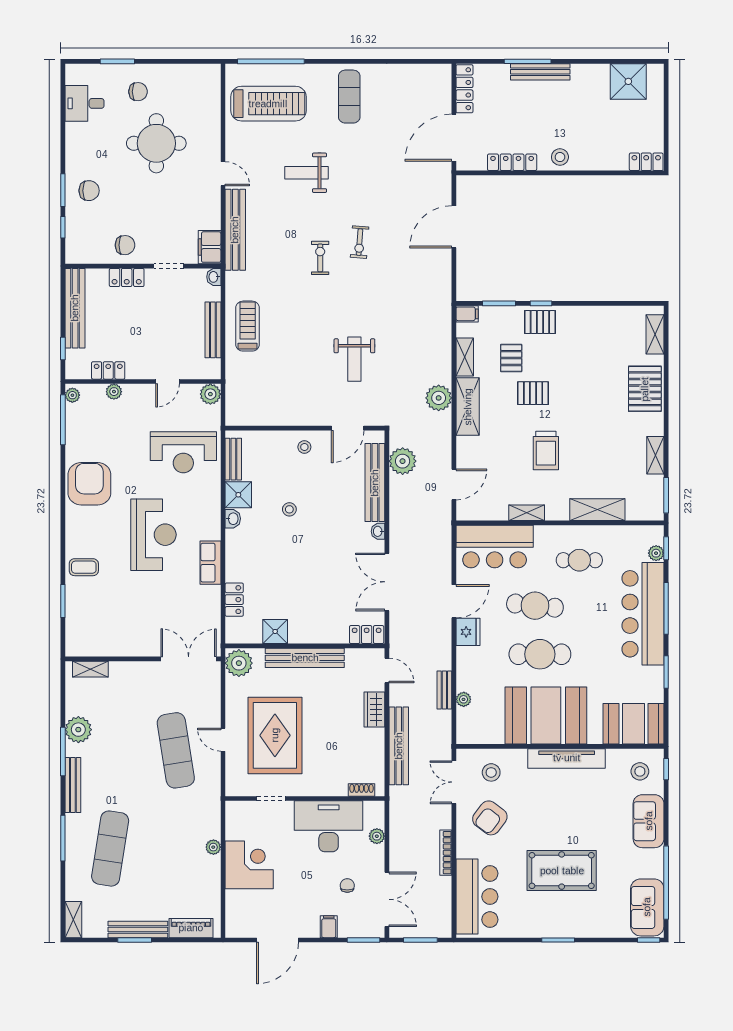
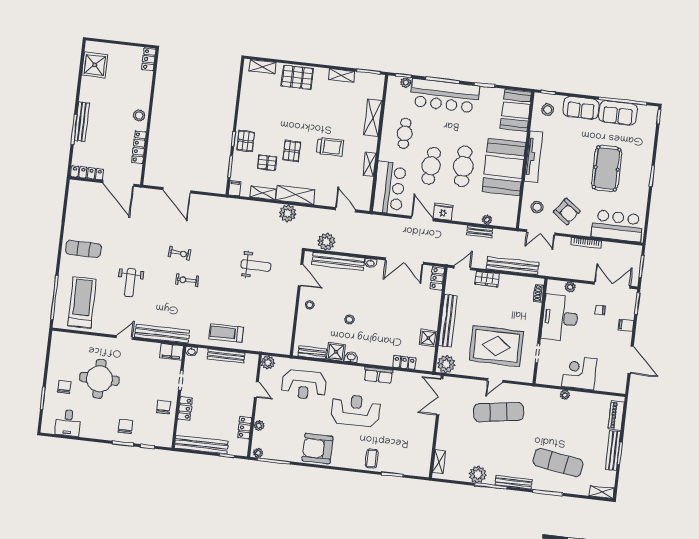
reception desk: (183, 452) -> (304, 385), turned 90
sofa: (647, 907) -> (618, 113), moved

